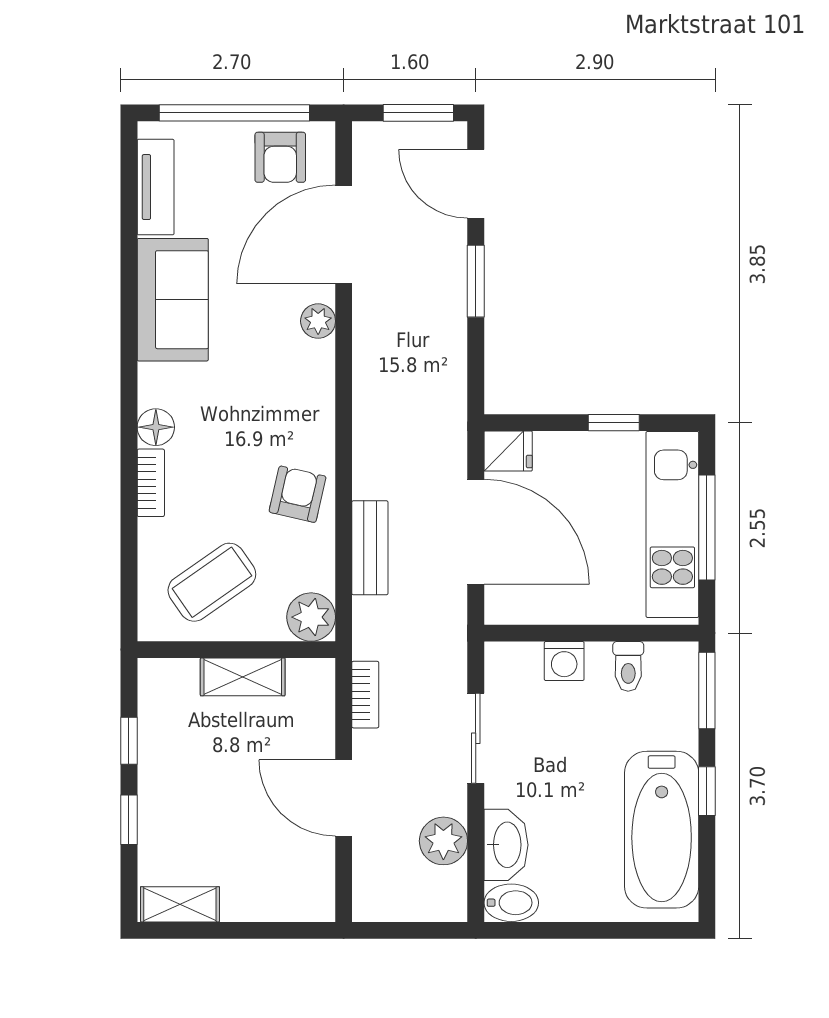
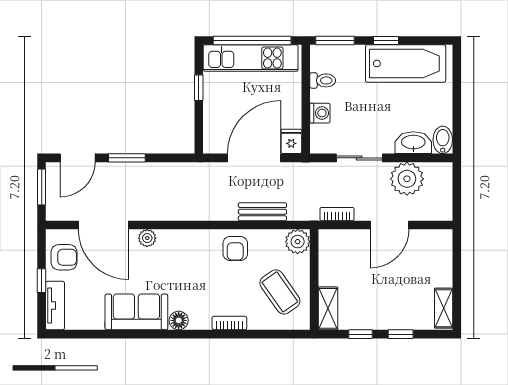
window: (234, 113) -> (42, 281), width x0.32
tv unit: (156, 187) -> (55, 306), moved, turned 90
floor lamp: (156, 427) -> (179, 320), moved
fridge: (508, 451) -> (291, 141), moved
armchair: (298, 494) -> (235, 248), turned -103
window: (707, 528) -> (252, 41), width x1.46
shelving: (243, 677) -> (328, 308), moved
plant: (443, 841) -> (407, 179), width x1.36, depth x1.36

